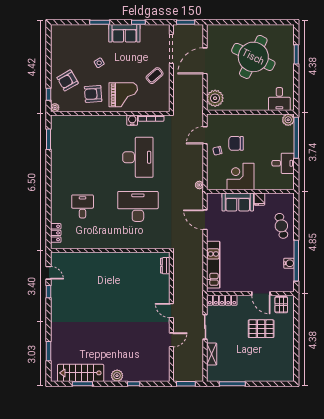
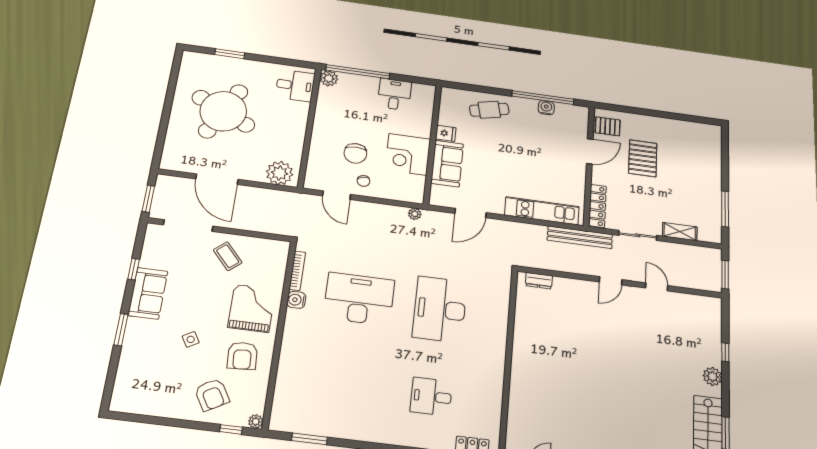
bench: (198, 290) -> (580, 237), added

